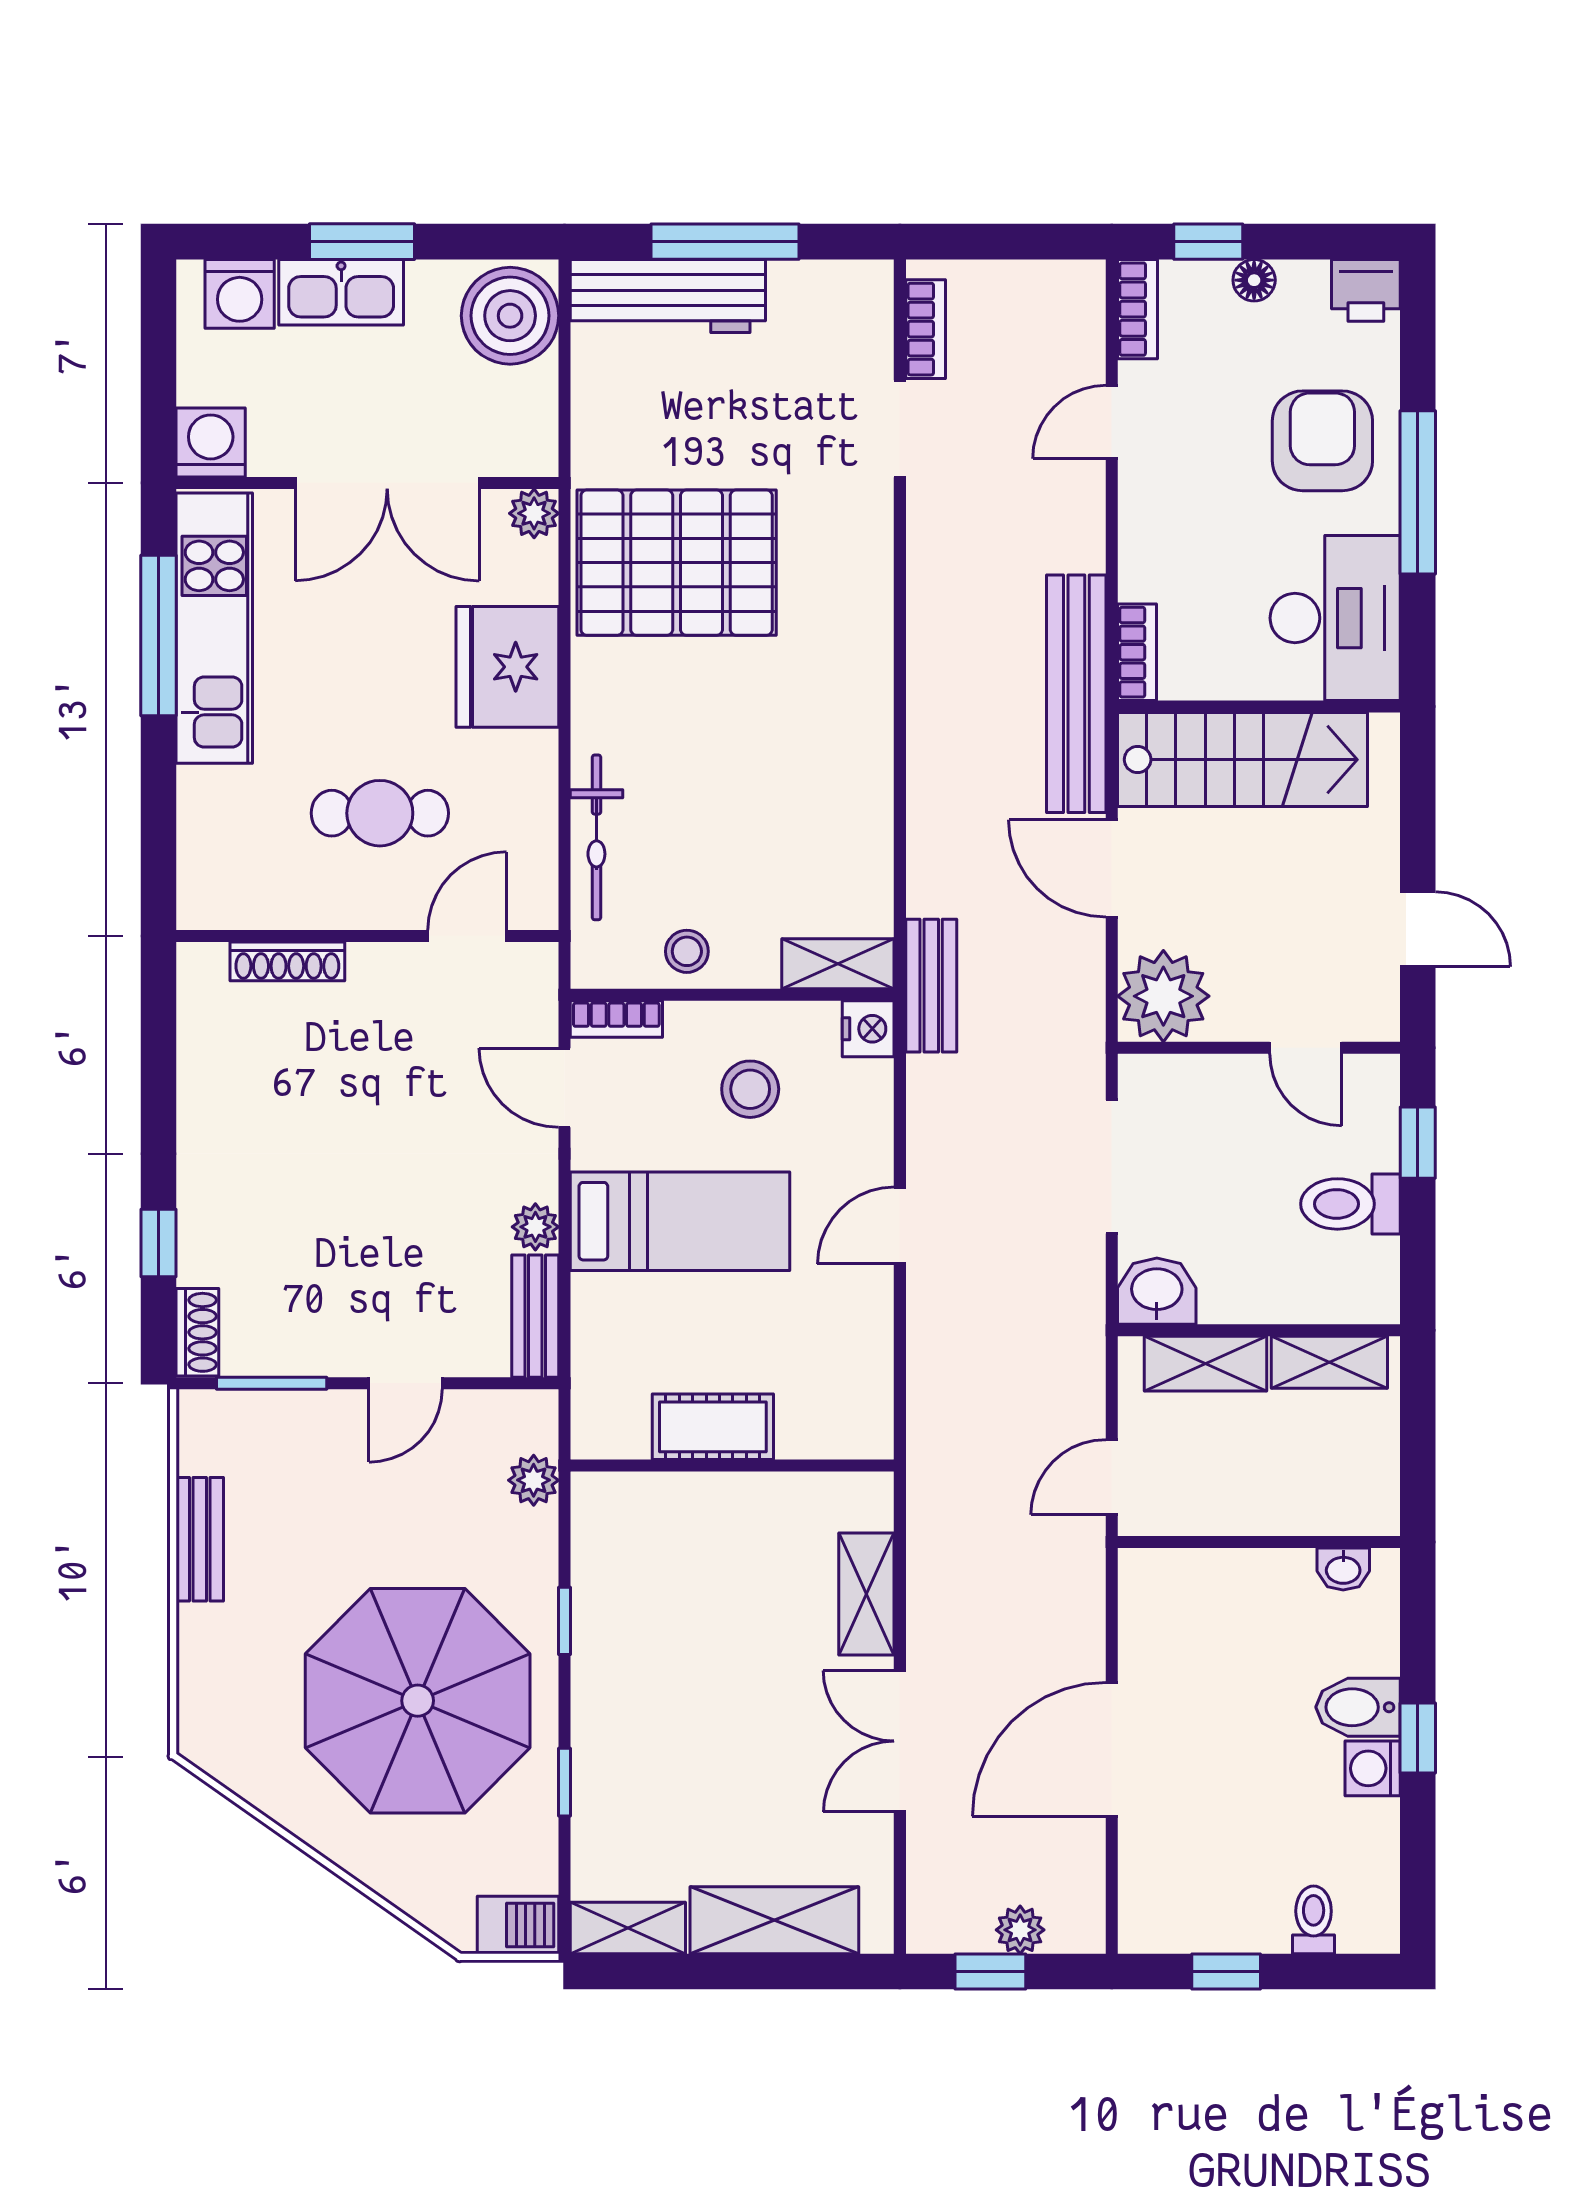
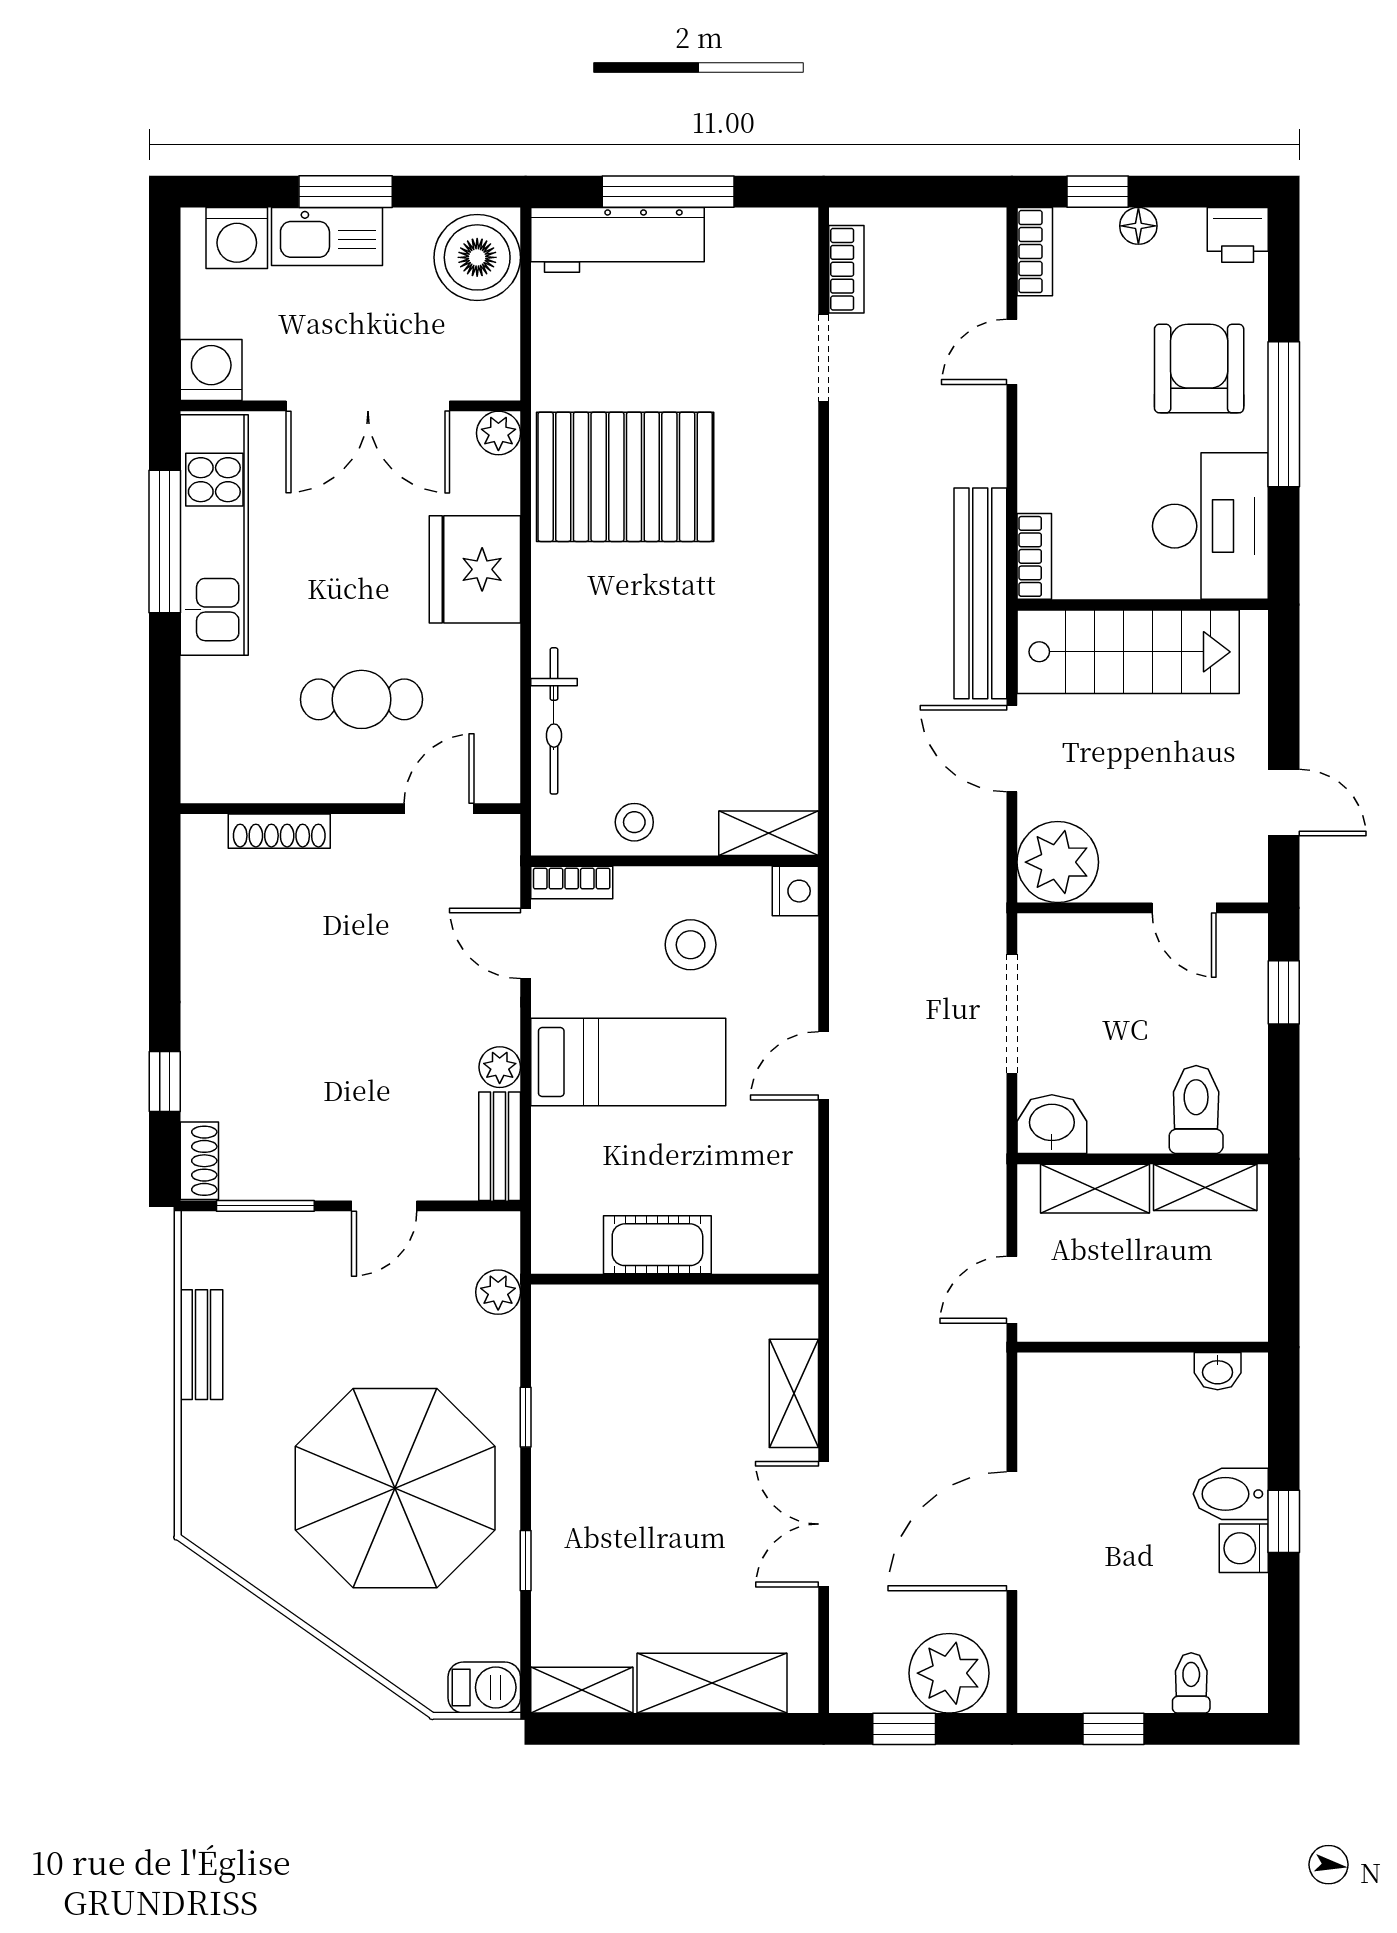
bench: (931, 986) -> (851, 853), removed
toilet: (1350, 1204) -> (1196, 1110), moved, turned 90
plant: (1020, 1930) -> (949, 1673), width x1.87, depth x1.87

